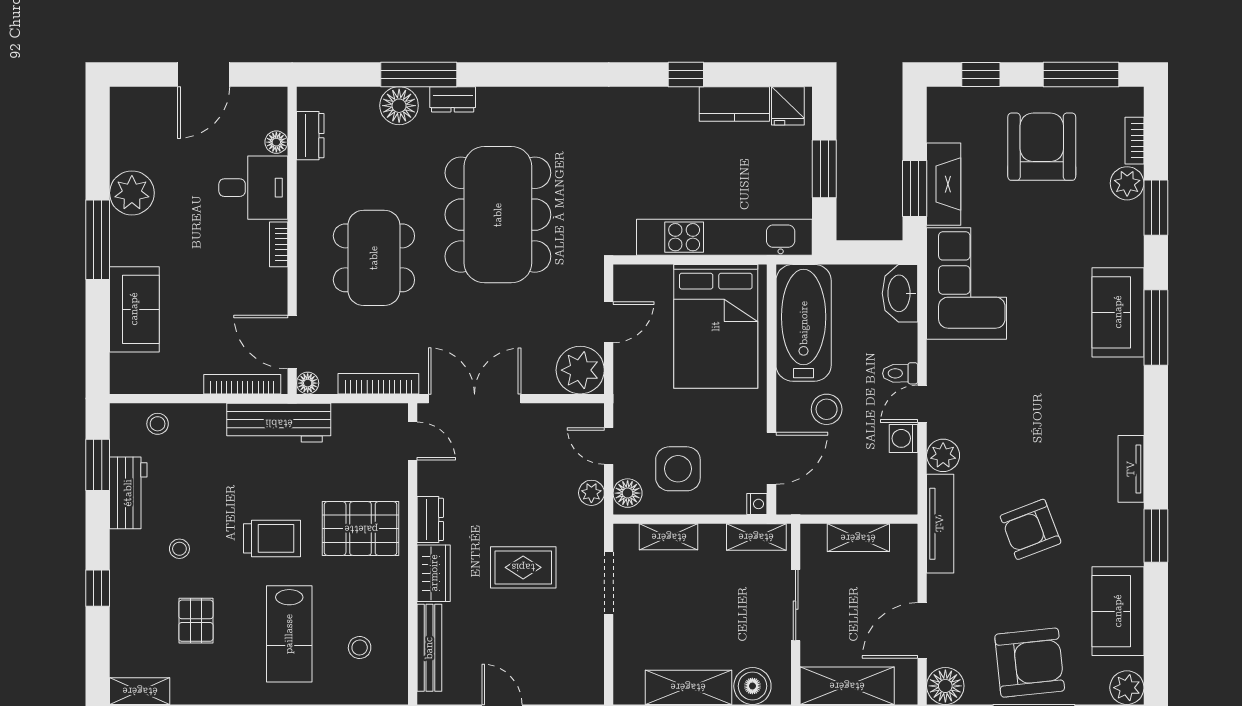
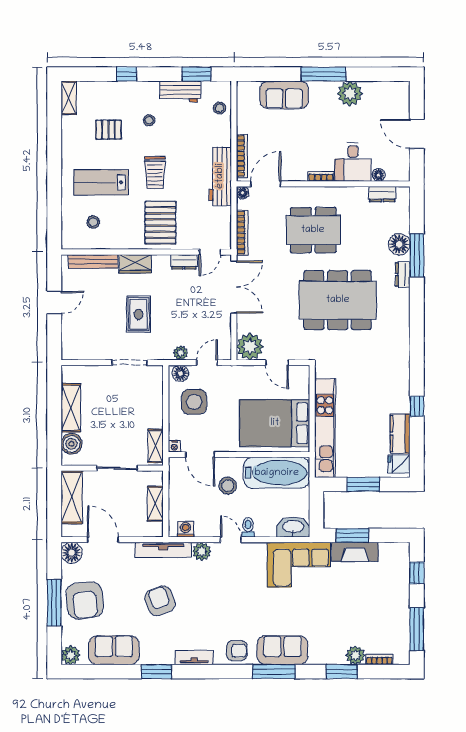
armchair: (1042, 147) -> (237, 651), moved, width x0.53, depth x0.53
washing machine: (904, 438) -> (186, 529), moved
dresser: (430, 519) -> (184, 262), moved
shelving: (669, 537) -> (156, 396), removed

